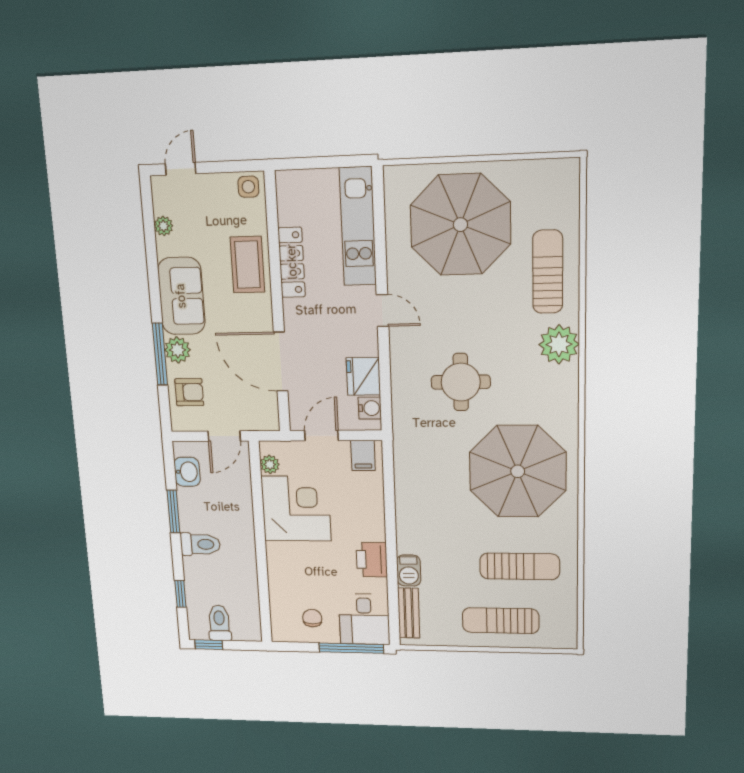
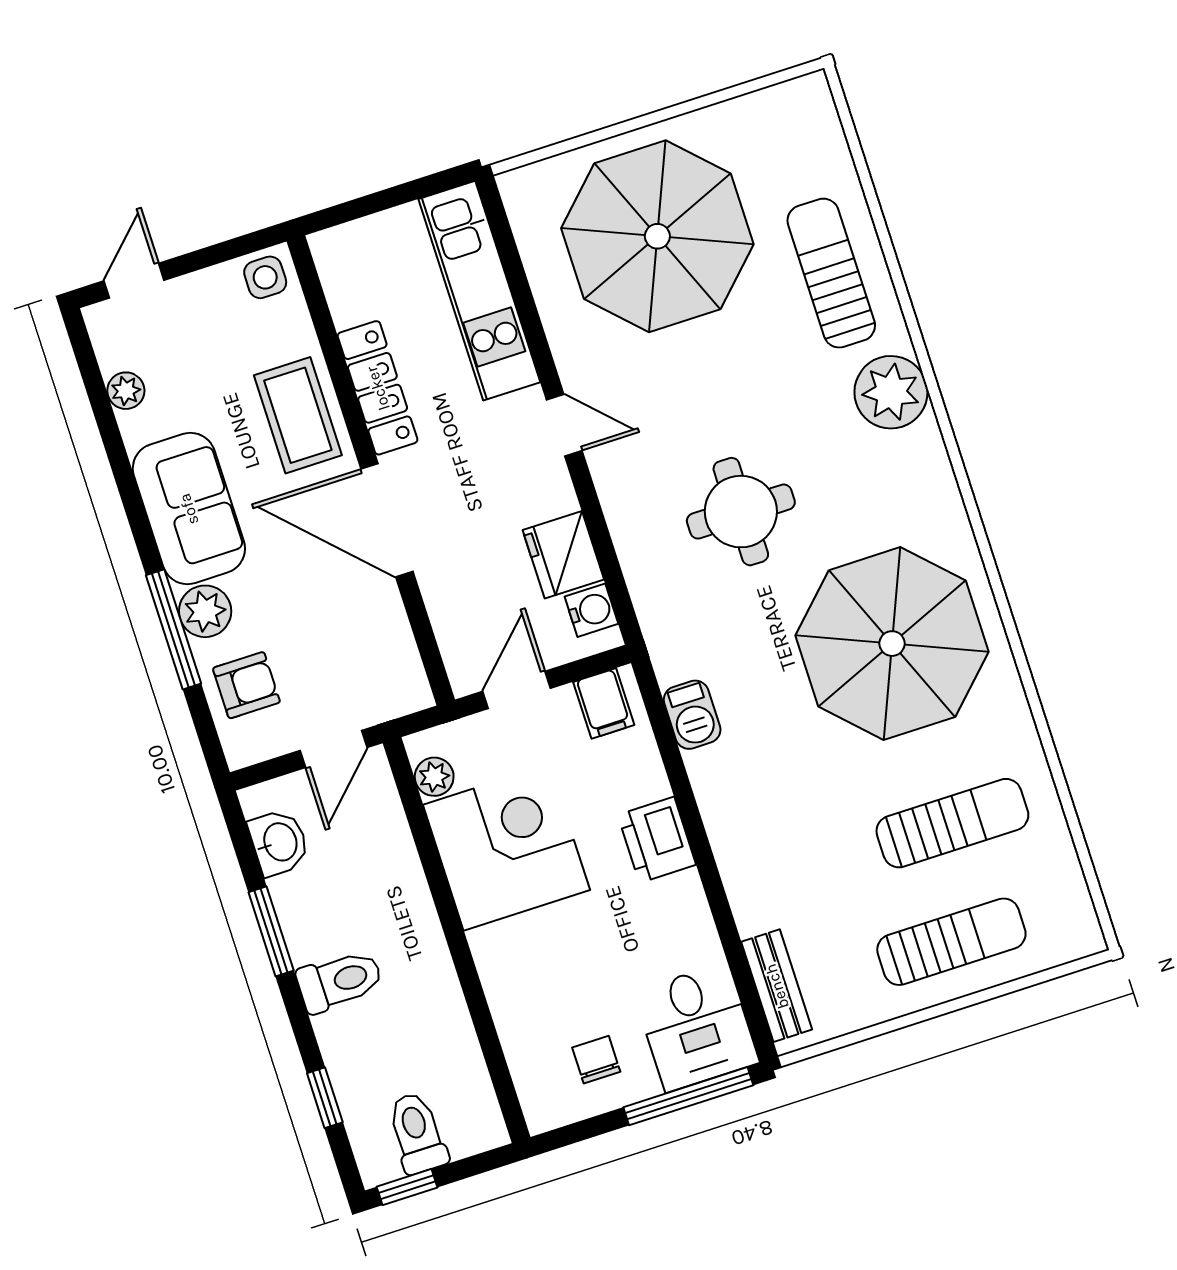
door: (281, 362) -> (387, 520), moved
printer: (372, 560) -> (657, 840), moved
barbecue: (409, 571) -> (692, 715), moved
sun lounger: (501, 621) -> (951, 942), turned 180

